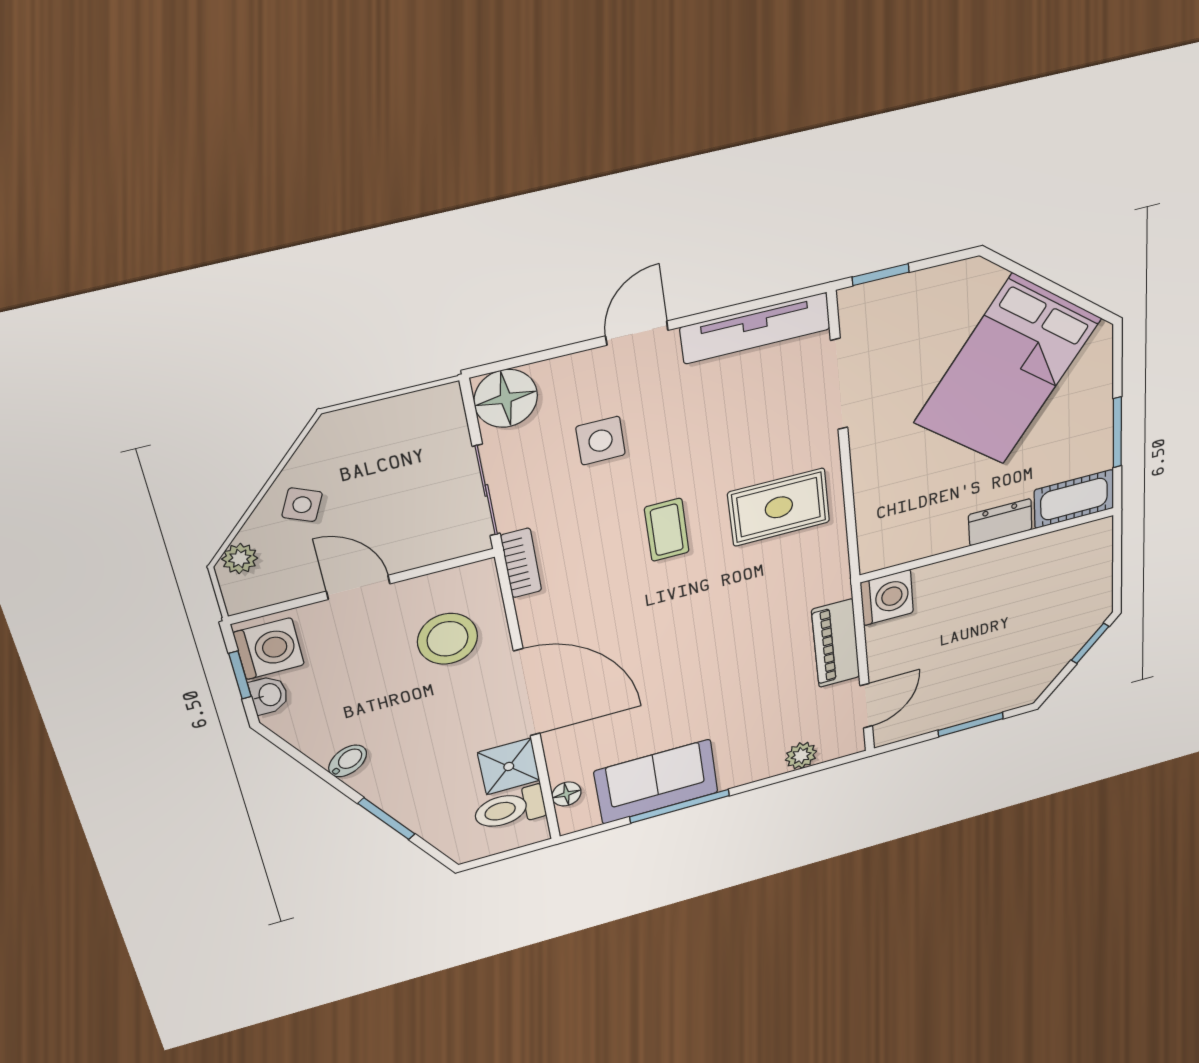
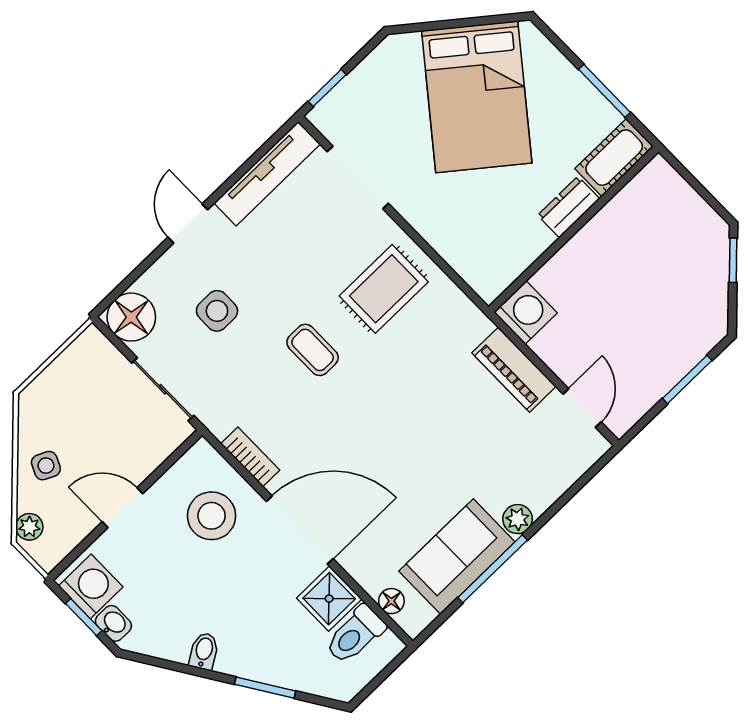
bookcase: (521, 563) -> (250, 457), moved
plant: (801, 756) -> (518, 519), moved

